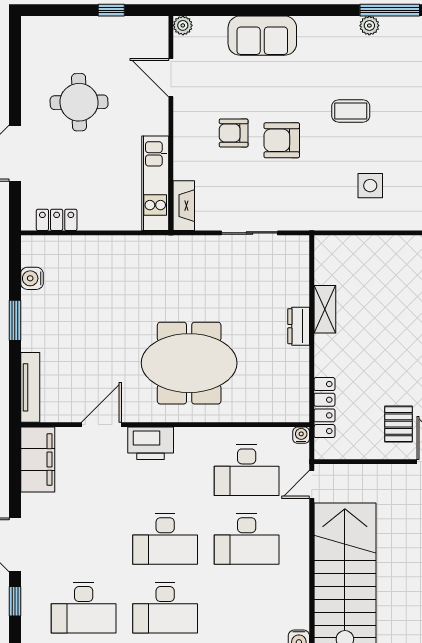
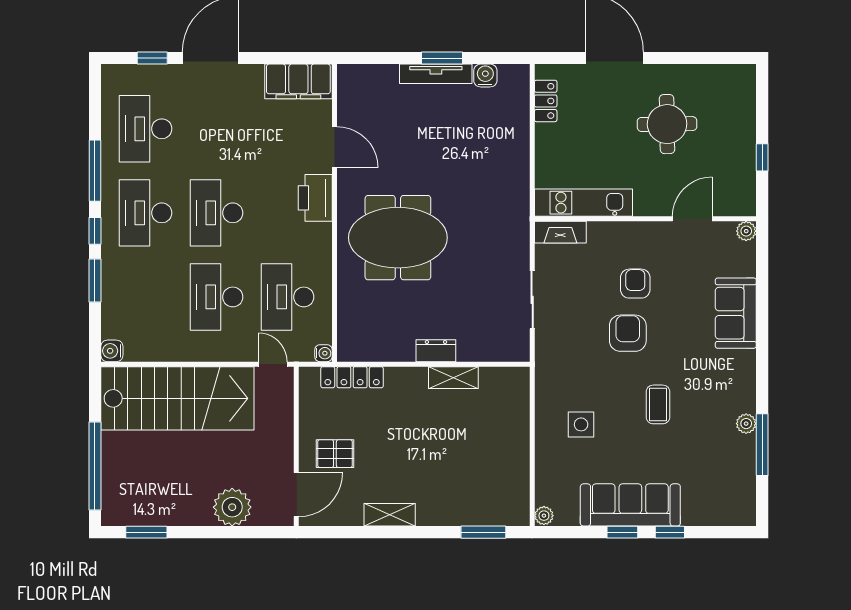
meeting table: (189, 363) -> (398, 238), turned 90
tv unit: (30, 387) -> (436, 74), moved

